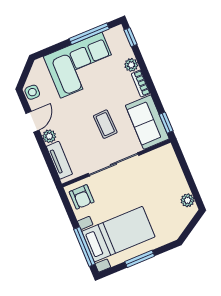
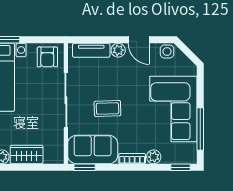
wardrobe: (176, 179) -> (27, 154), added
armchair: (82, 197) -> (47, 57), turned -90

